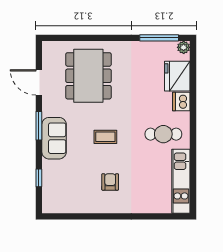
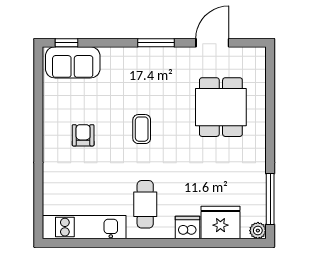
dining table: (88, 76) -> (221, 107), width x0.73
sofa: (54, 138) -> (73, 62), moved
window: (39, 178) -> (66, 43), moved
armchair: (110, 182) -> (83, 135), turned -90

